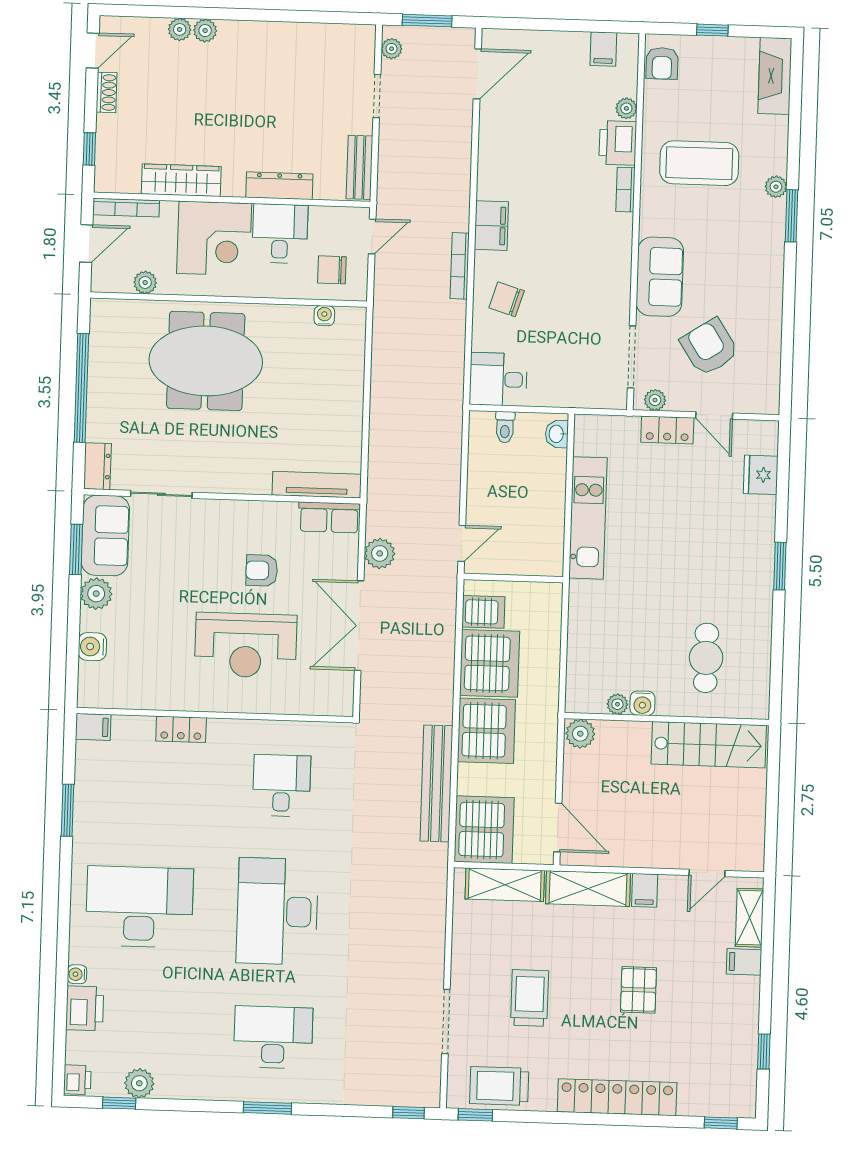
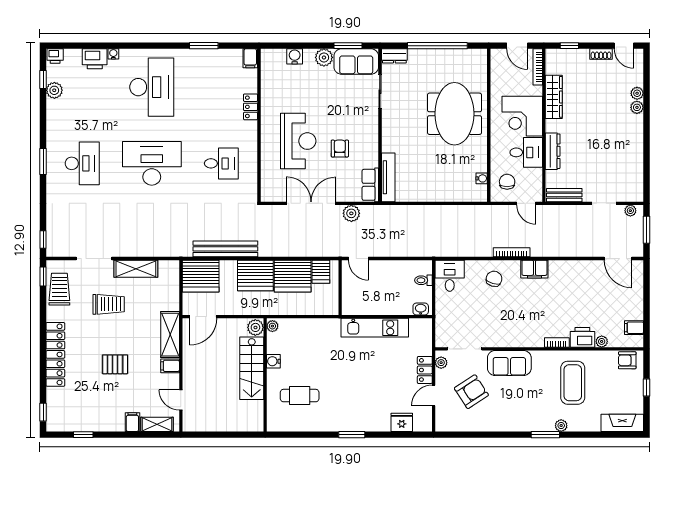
plant: (145, 283) -> (497, 79), removed
reception desk: (246, 645) -> (298, 141), turned 180
plant: (617, 704) -> (272, 326), moved
stairs: (709, 745) -> (252, 368), moved
shelving: (505, 885) -> (136, 269), moved, turned 90

